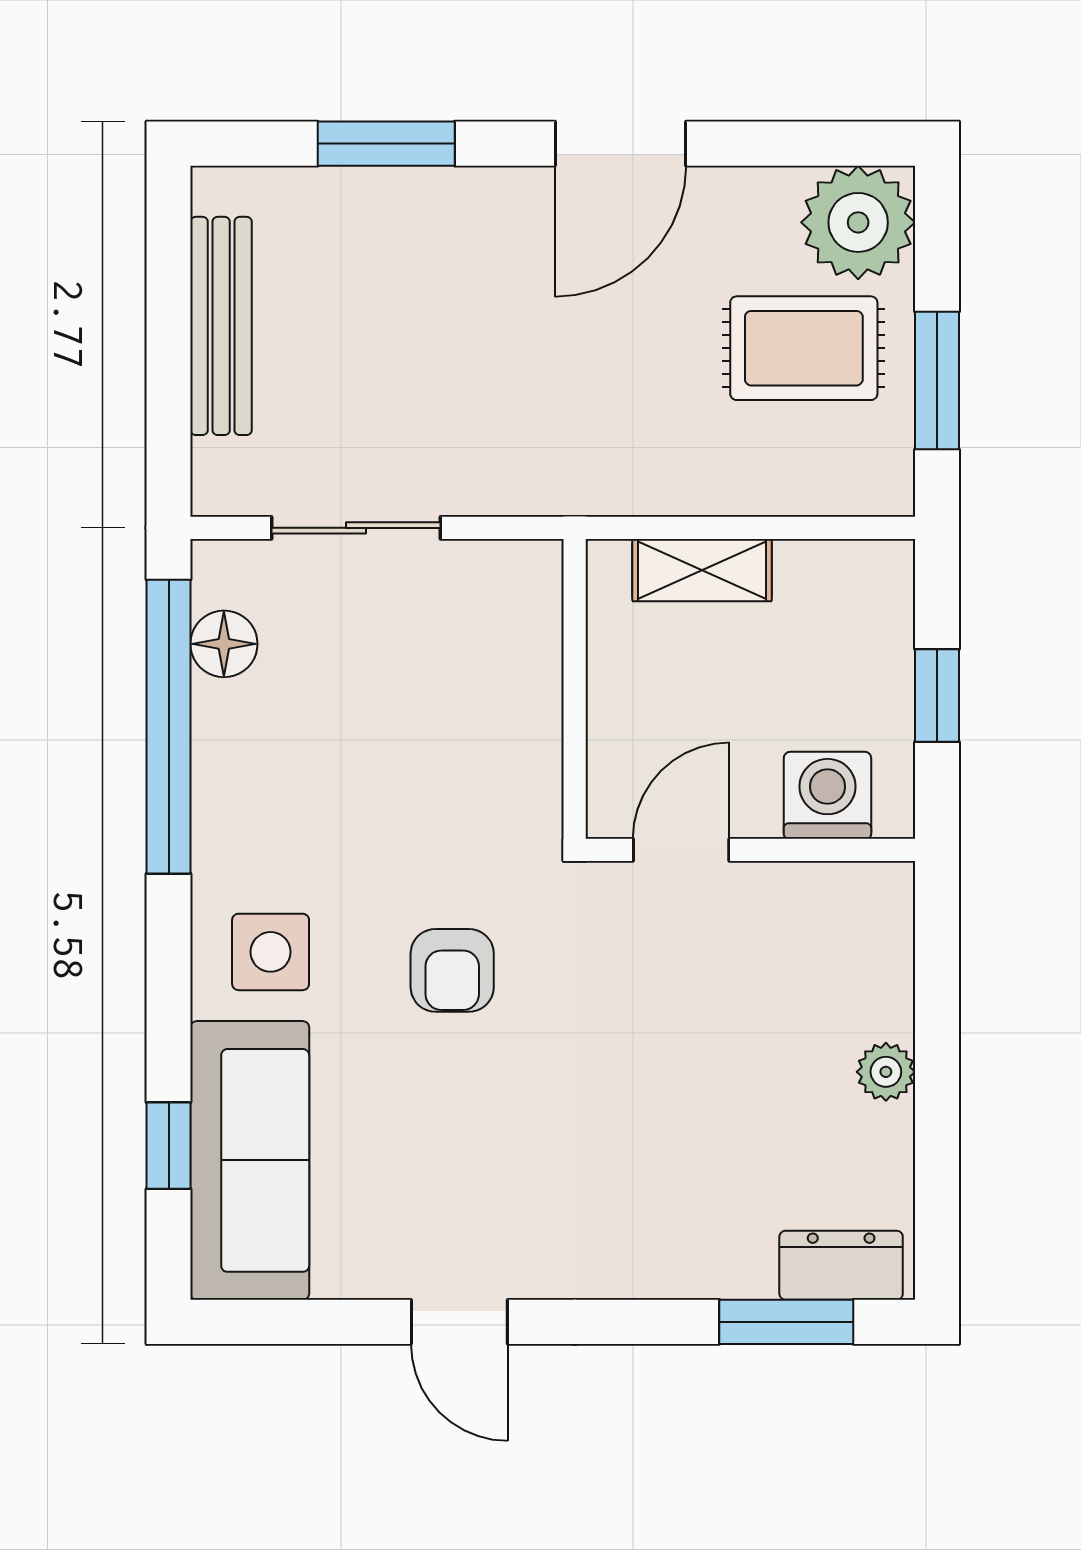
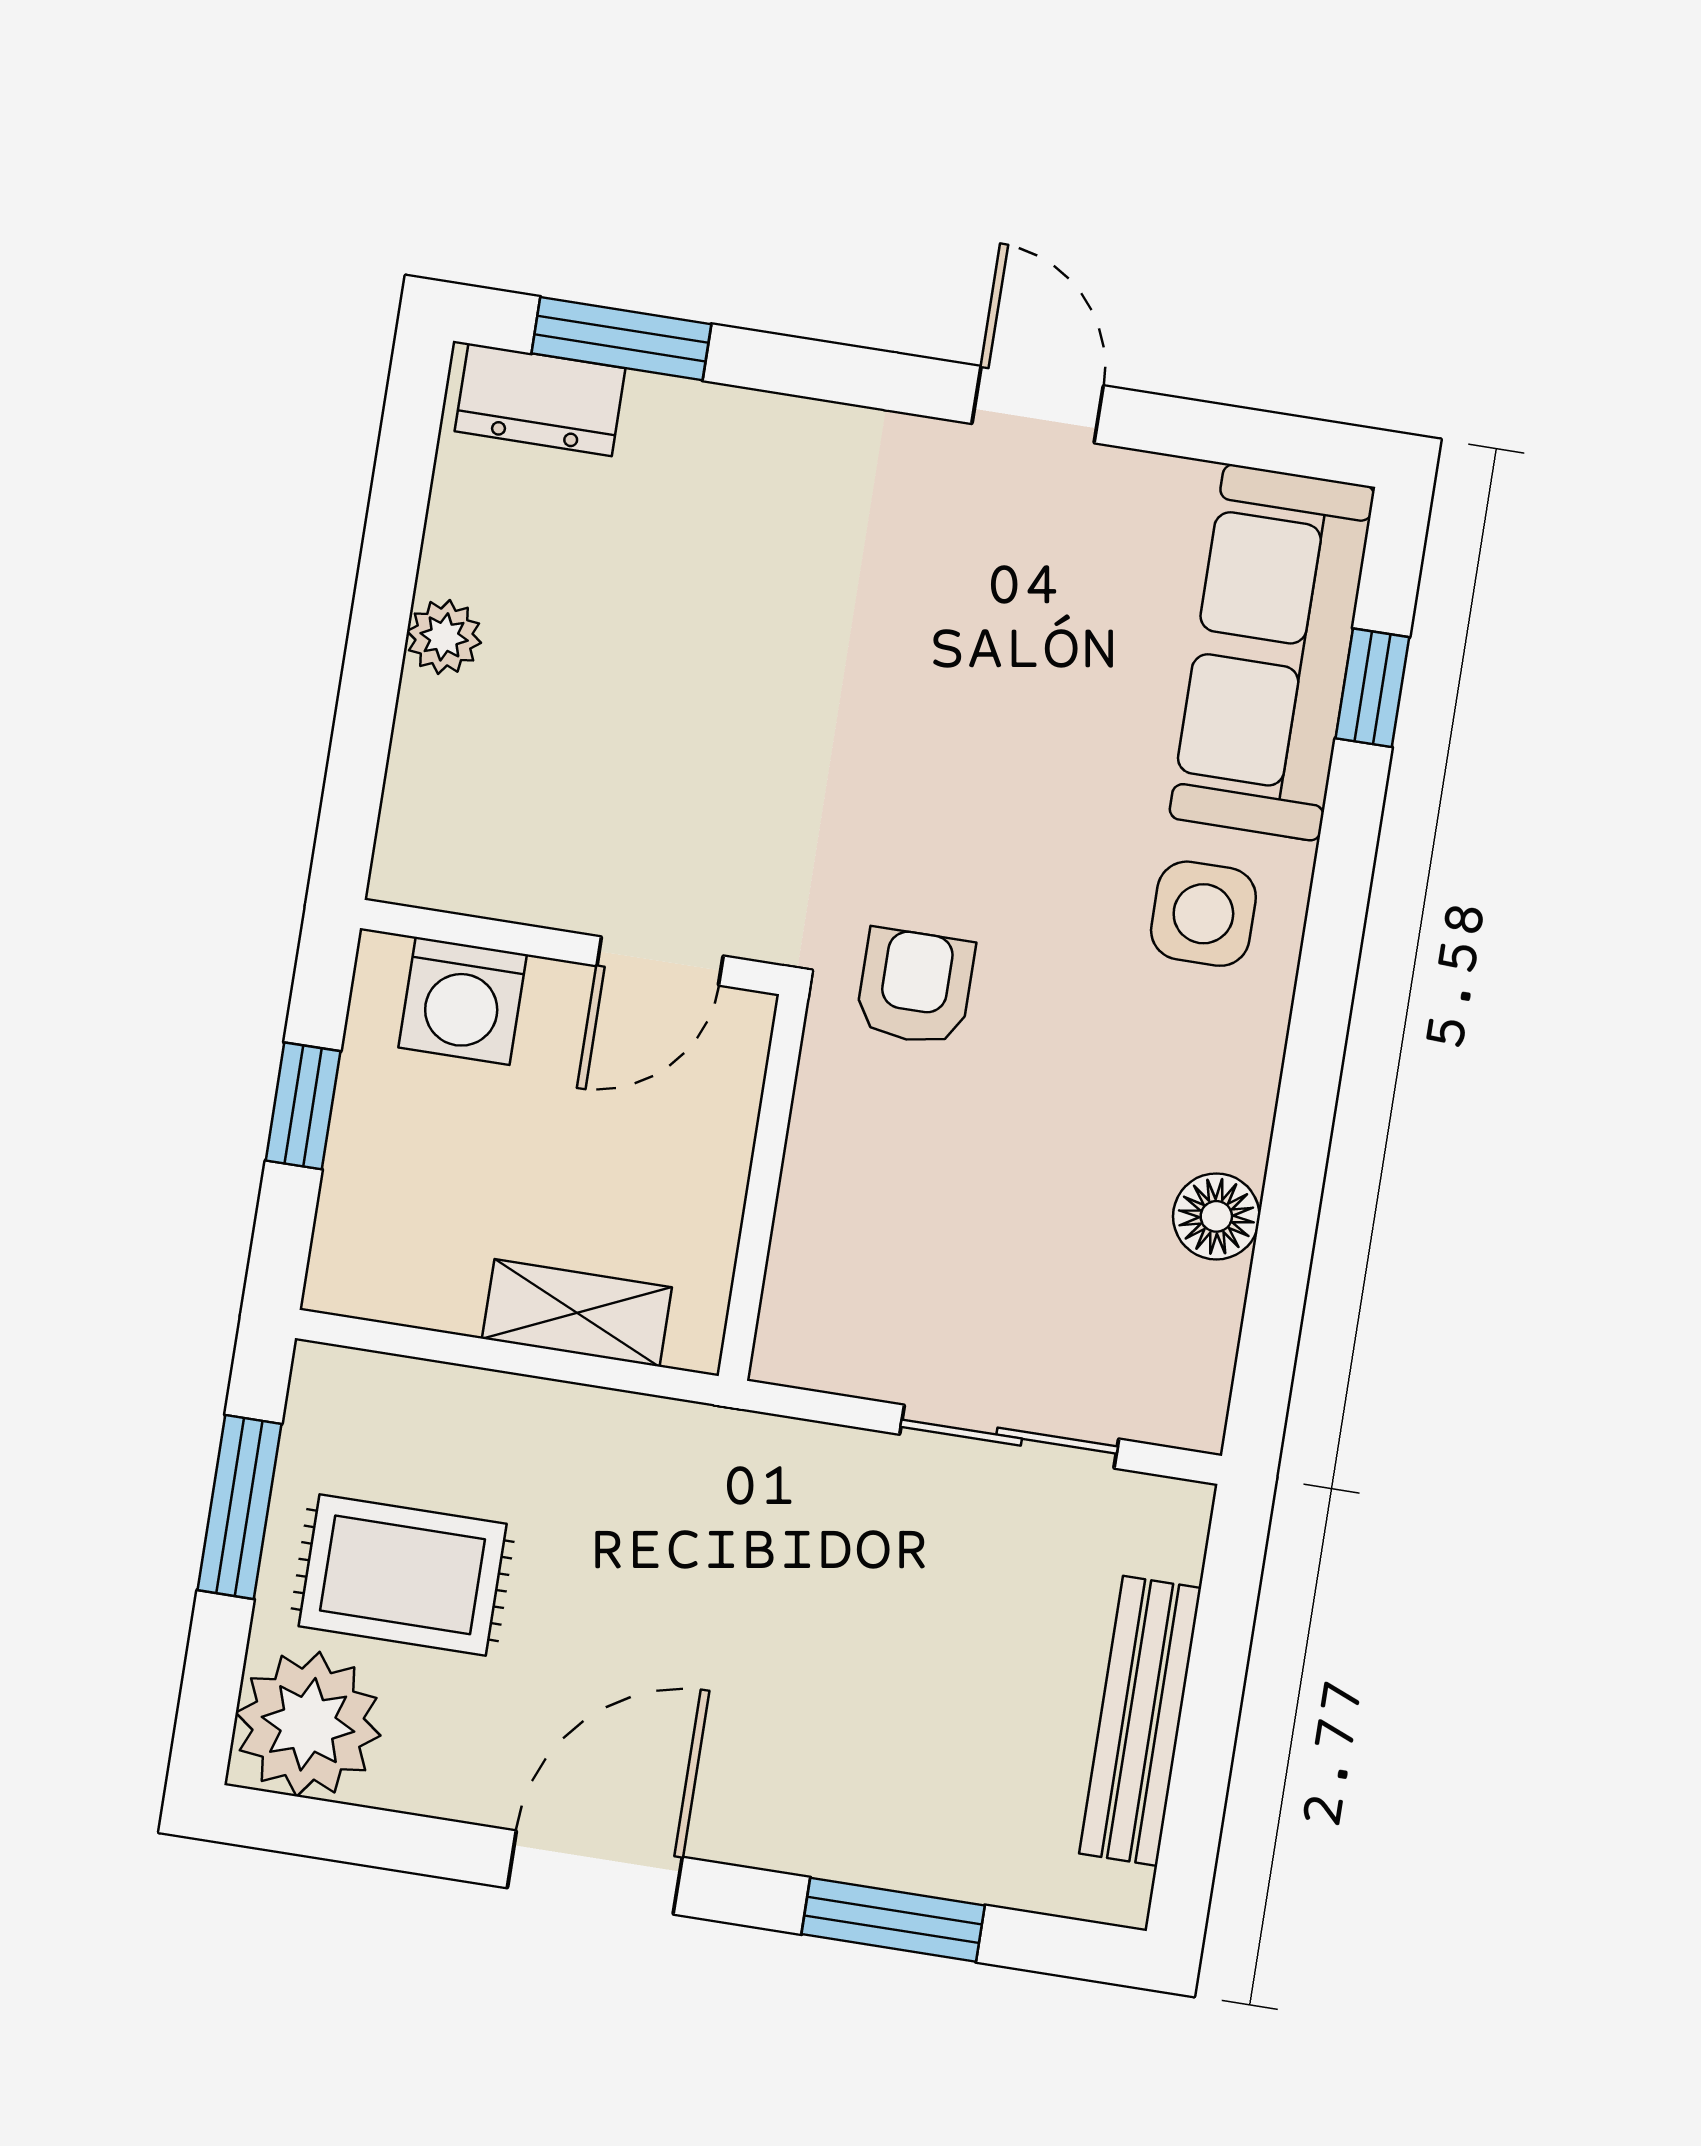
floor lamp: (224, 644) -> (1216, 1216), moved
window: (169, 727) -> (1288, 1221), removed
armchair: (452, 970) -> (915, 987), moved

